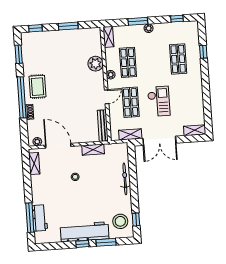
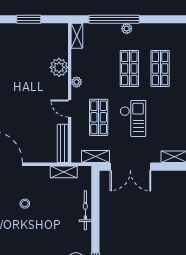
window: (177, 19) -> (162, 19), removed
window: (138, 21) -> (114, 19), width x2.11
shop shelf: (128, 62) -> (129, 68), moved
door: (107, 97) -> (70, 108), swing flipped
shelving: (93, 150) -> (64, 172), moved

